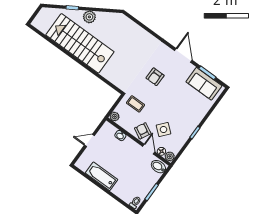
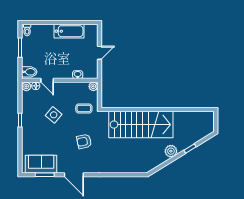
stairs: (80, 43) -> (141, 125), moved
armchair: (155, 77) -> (84, 141), turned -102
side table: (164, 129) -> (54, 115), moved
armchair: (143, 131) -> (63, 91), removed

